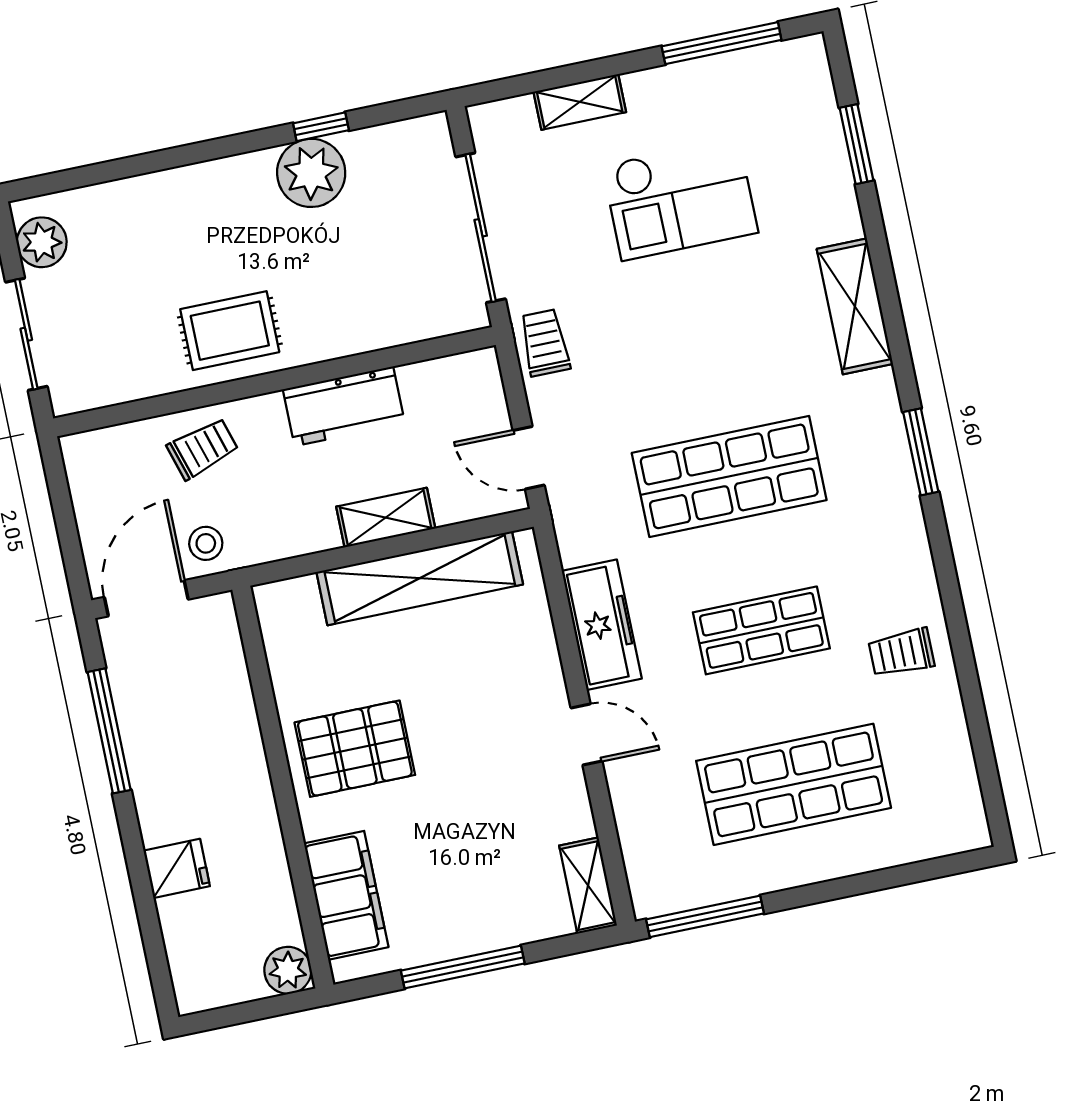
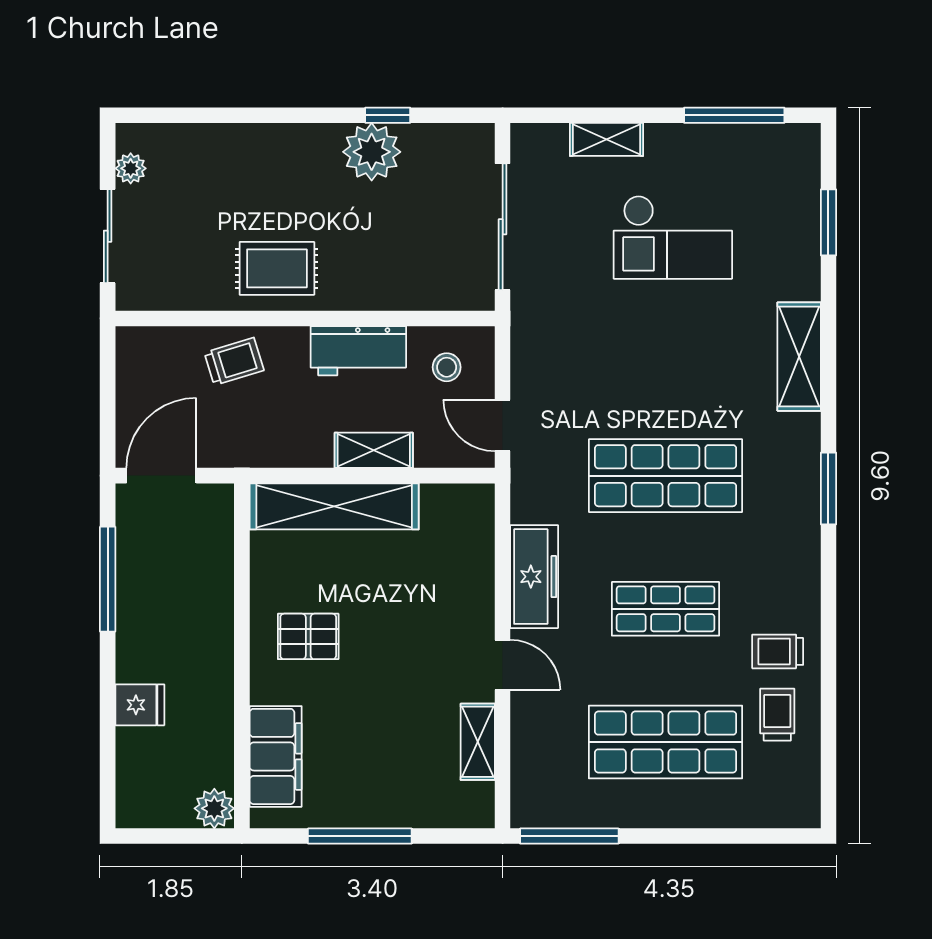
plant: (42, 242) -> (131, 168), width x0.73, depth x0.73
trolley: (545, 343) -> (777, 715), moved
stool: (206, 543) -> (447, 367), moved
shelving: (420, 578) -> (334, 506), moved
pallet: (355, 749) -> (308, 636), width x0.67, depth x0.71
shelving: (588, 886) -> (478, 742), moved

